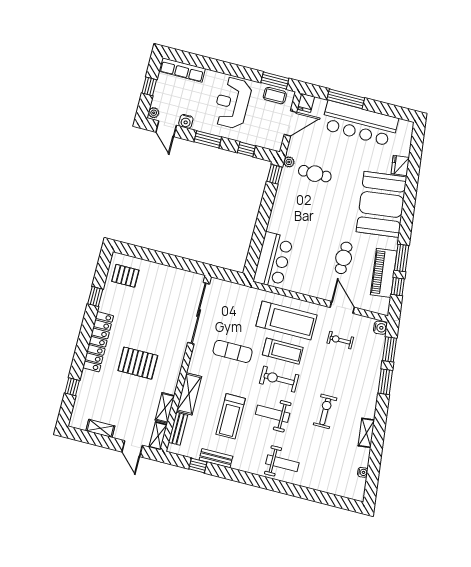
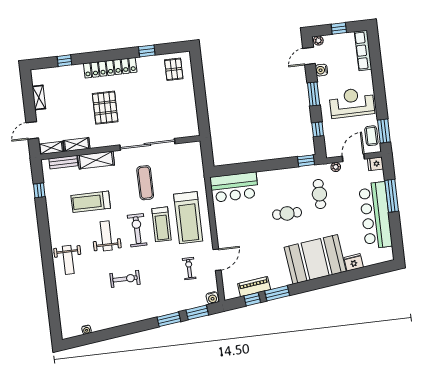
door: (290, 123) -> (353, 158), swing flipped
plant: (289, 162) -> (336, 167), moved
cafe table: (344, 258) -> (287, 213), moved
piano: (384, 273) -> (254, 287), width x0.73, depth x0.75
sliding door: (199, 313) -> (147, 144), moved
shelving: (366, 433) -> (120, 320), removed
bench: (216, 458) -> (51, 203), removed

